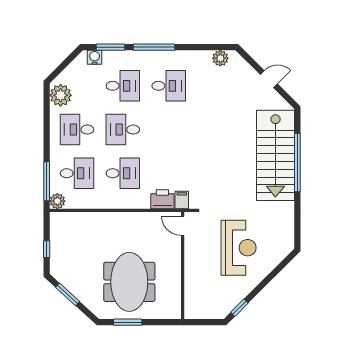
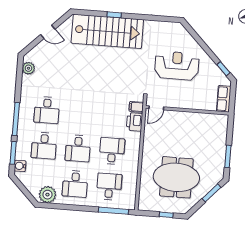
door: (269, 79) -> (48, 32), swing flipped
desk: (123, 86) -> (44, 146), turned 180
desk: (169, 86) -> (47, 110), turned 180
window: (297, 162) -> (114, 15), width x0.32
plant: (57, 201) -> (129, 204), removed
meeting table: (129, 282) -> (176, 177), moved
window: (68, 294) -> (212, 193), moved
row of seats: (201, 311) -> (224, 99), added

